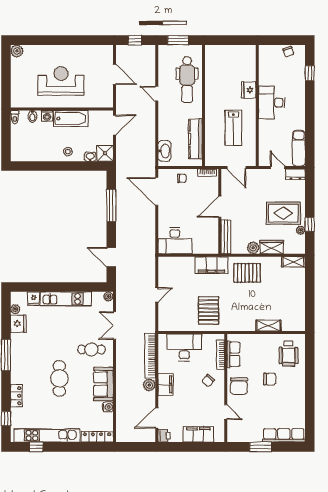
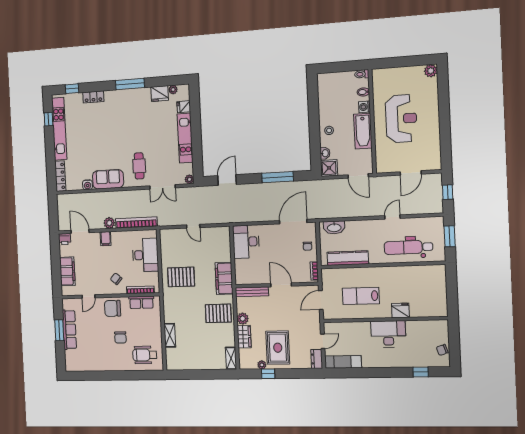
pallet: (247, 273) -> (218, 313), turned 90
double door: (115, 325) -> (162, 187), swing flipped
cafe table: (59, 378) -> (111, 137), removed
filing cabinet: (165, 384) -> (106, 239), width x0.50
row of seats: (284, 435) -> (69, 330), moved

